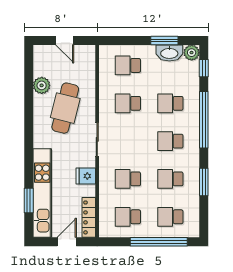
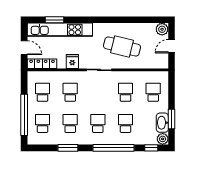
plant: (42, 85) -> (162, 29), moved

